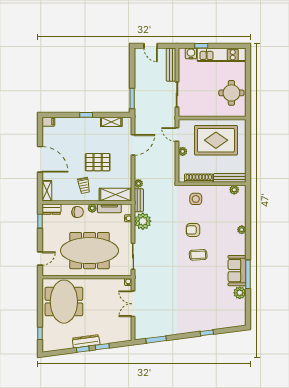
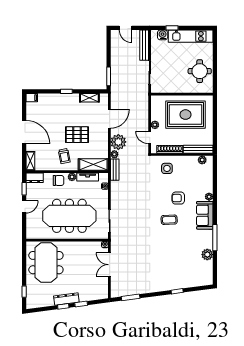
door: (177, 135) -> (150, 137), moved
plant: (143, 221) -> (118, 142), moved
armchair: (193, 230) -> (178, 198), moved
door: (40, 258) -> (24, 207), moved
sofa: (237, 271) -> (205, 215), moved

